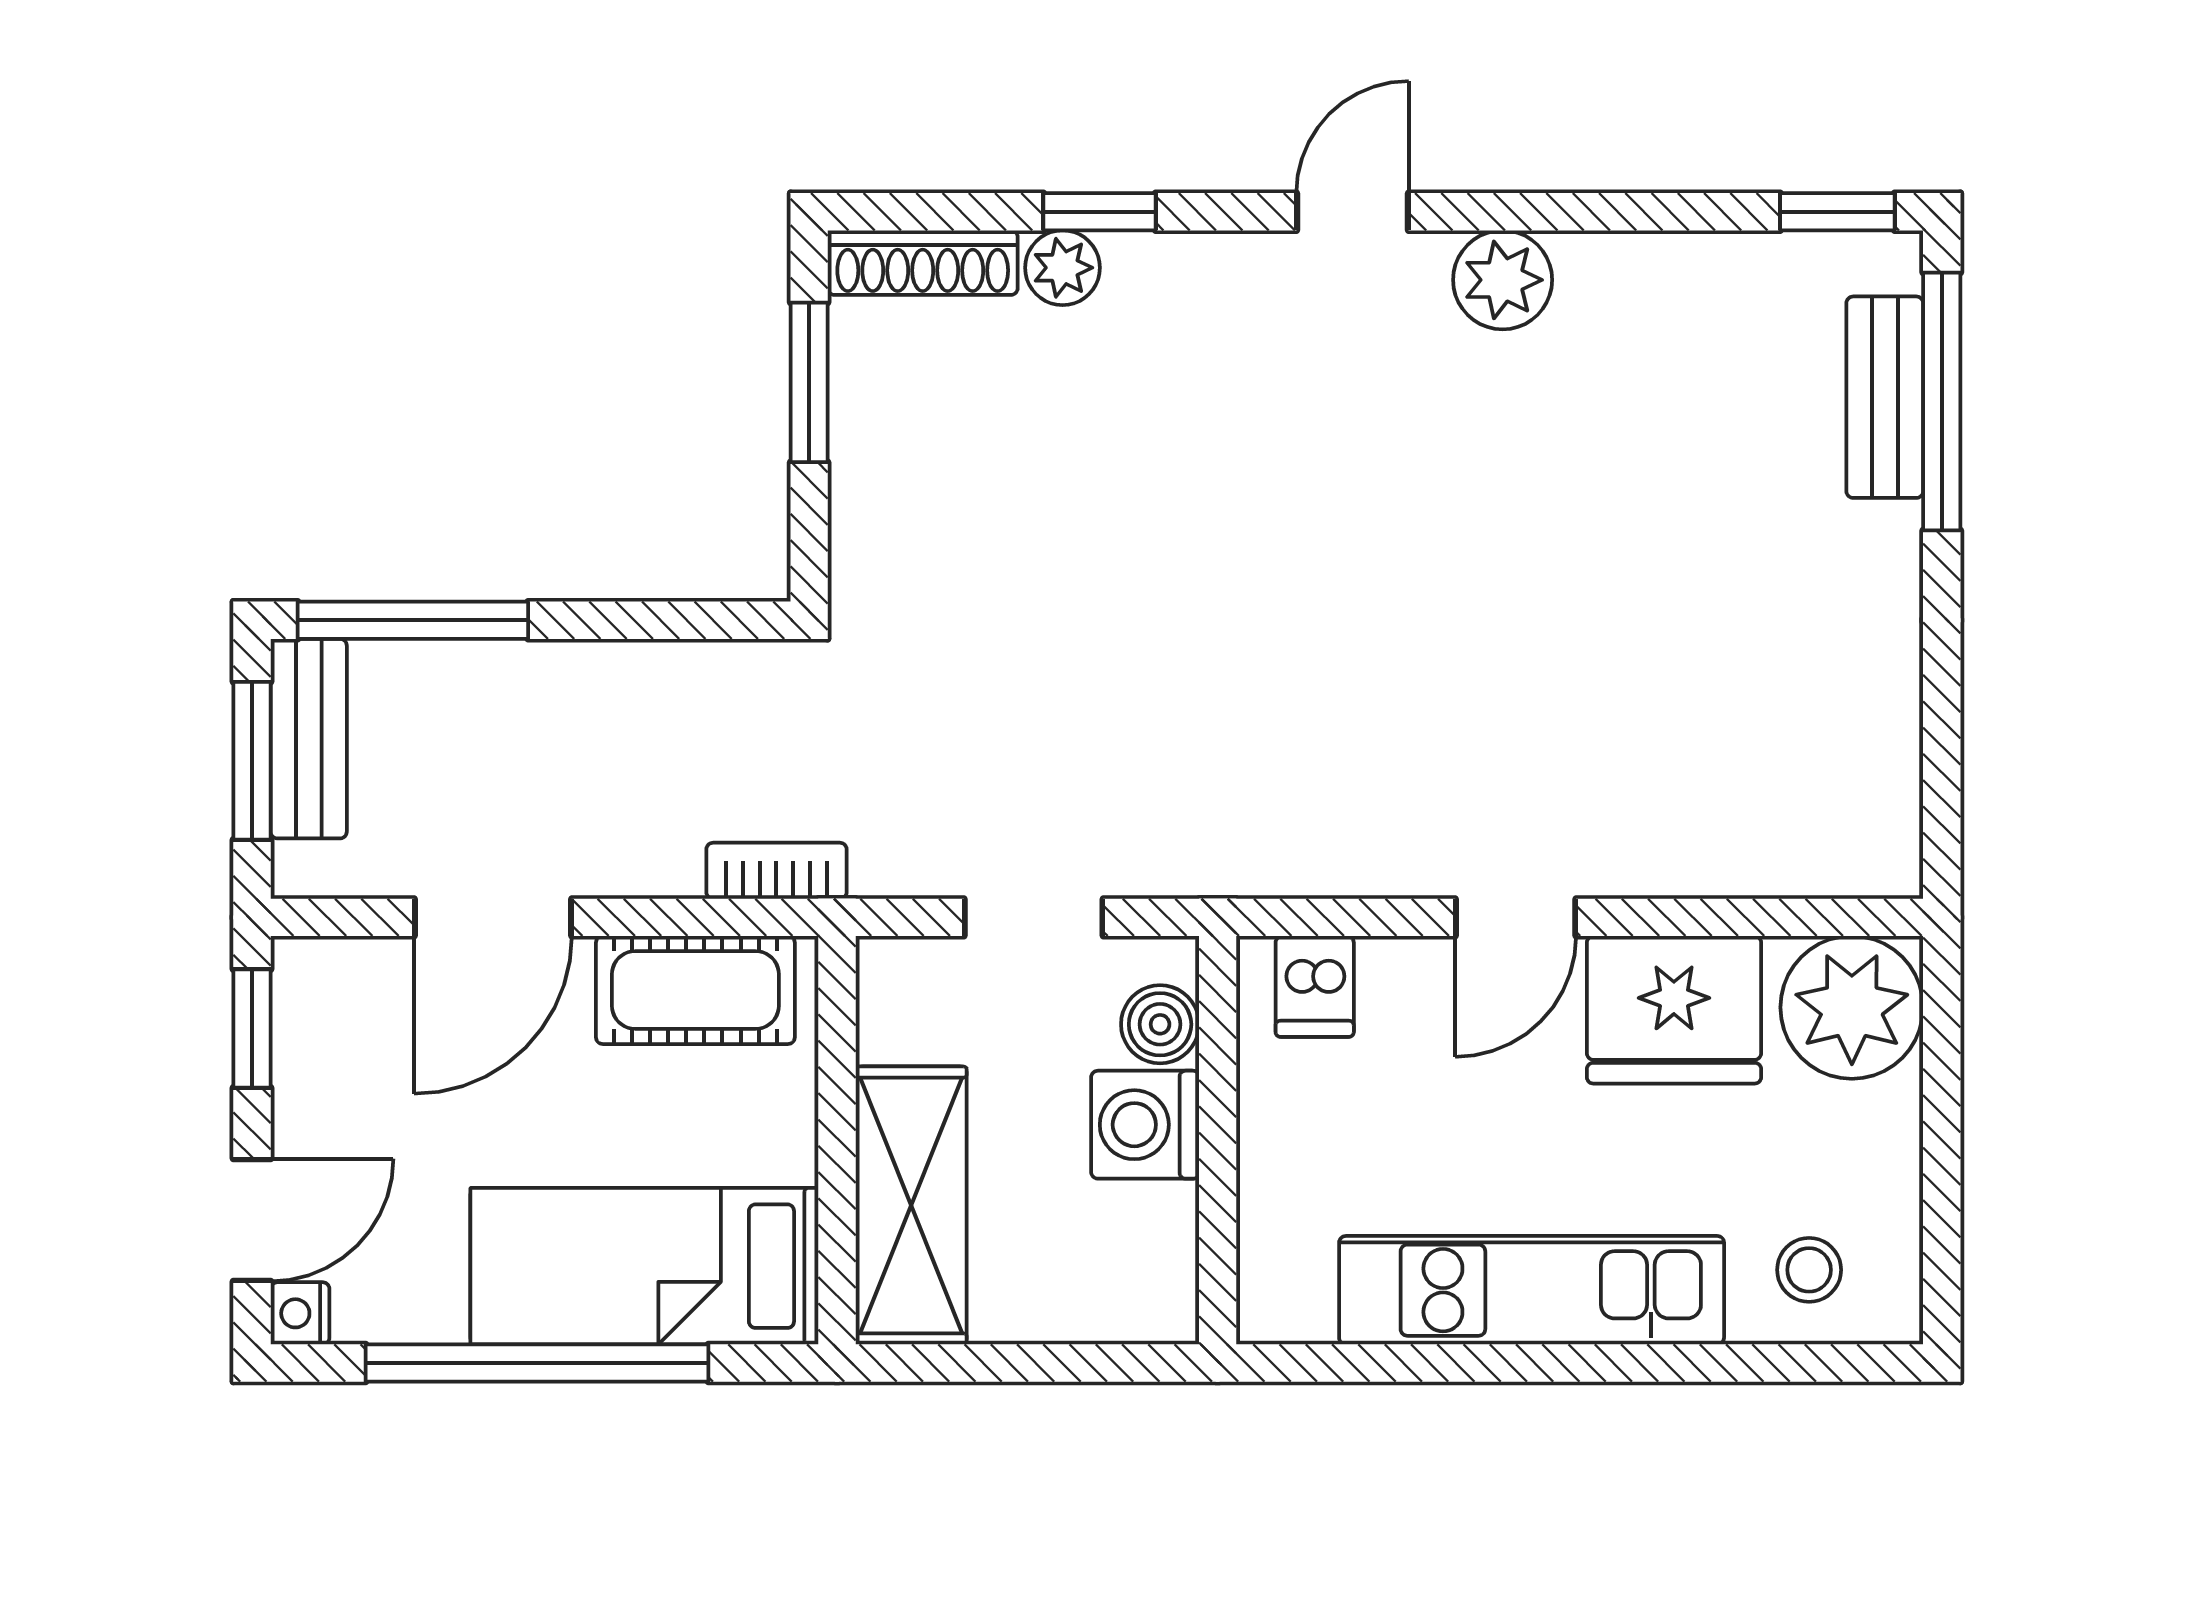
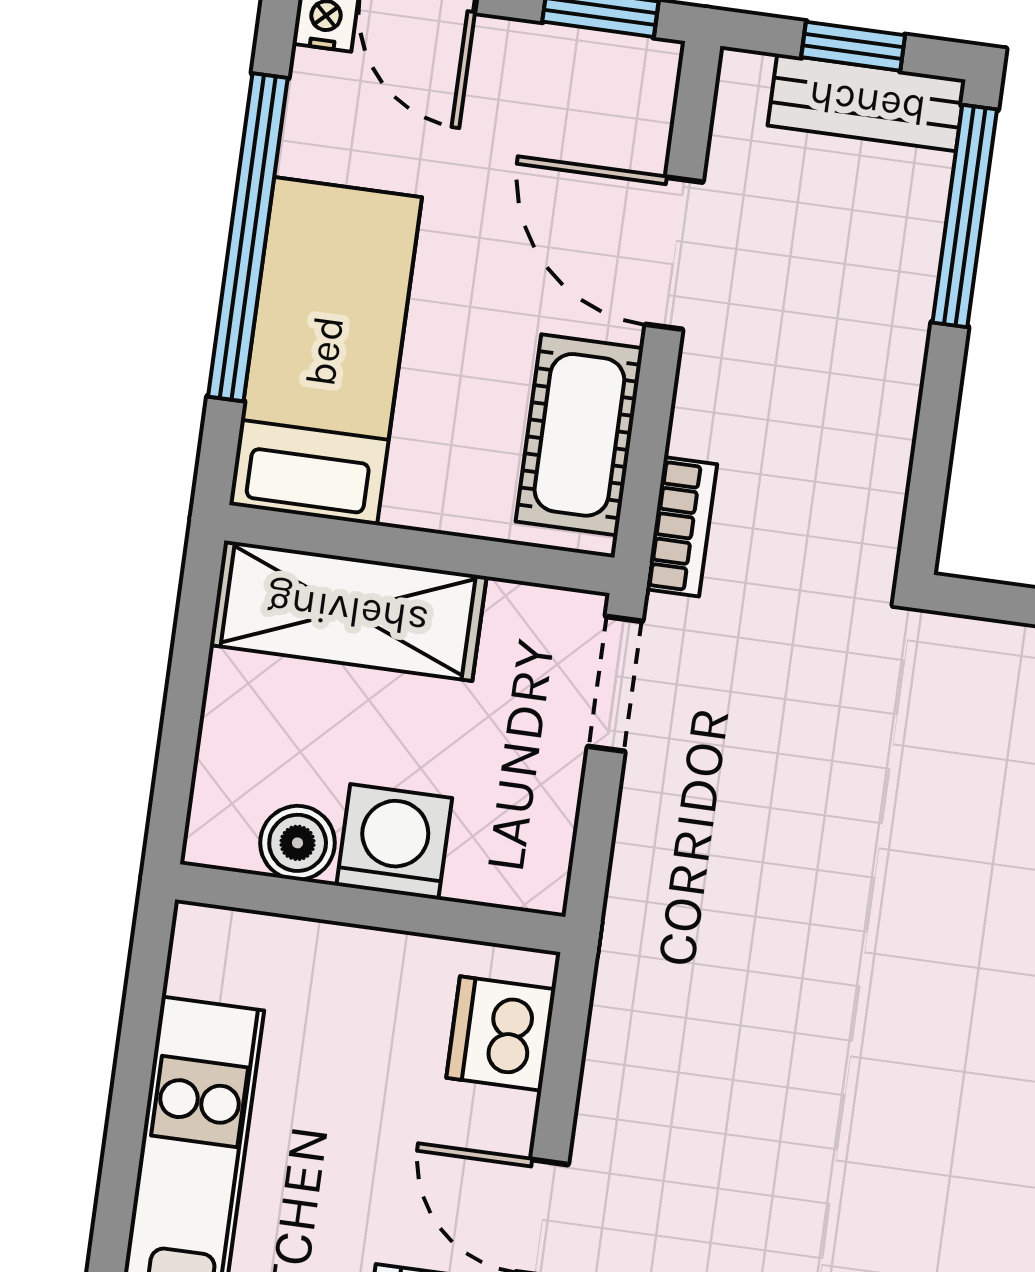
window: (252, 761) -> (853, 46), width x0.67
doorway: (1034, 917) -> (615, 684), moved
dishwasher: (1315, 986) -> (501, 1034), width x1.38
boiler: (1160, 1024) -> (298, 843), moved

